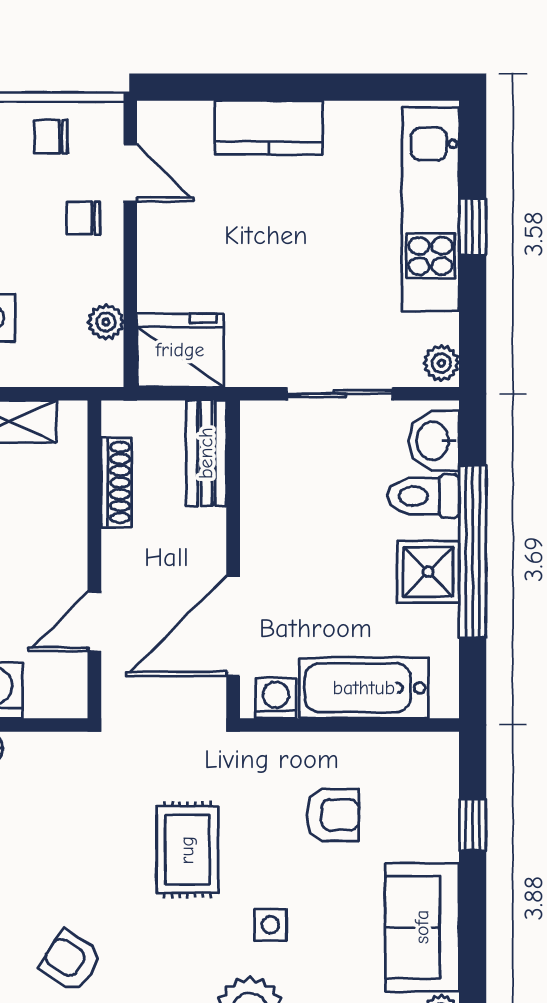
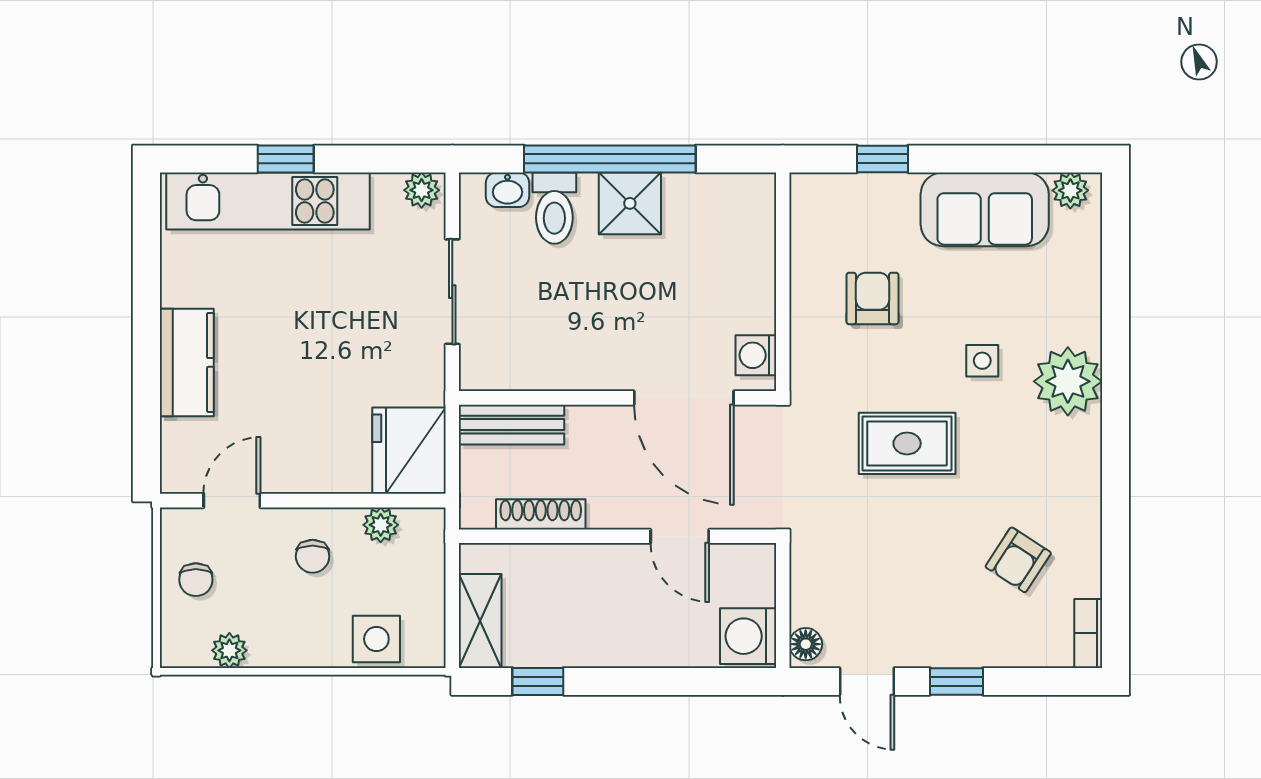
chair: (83, 218) -> (313, 556), moved
washbasin: (434, 441) -> (508, 190), width x0.72, depth x0.69
bathtub: (364, 688) -> (746, 267), removed

